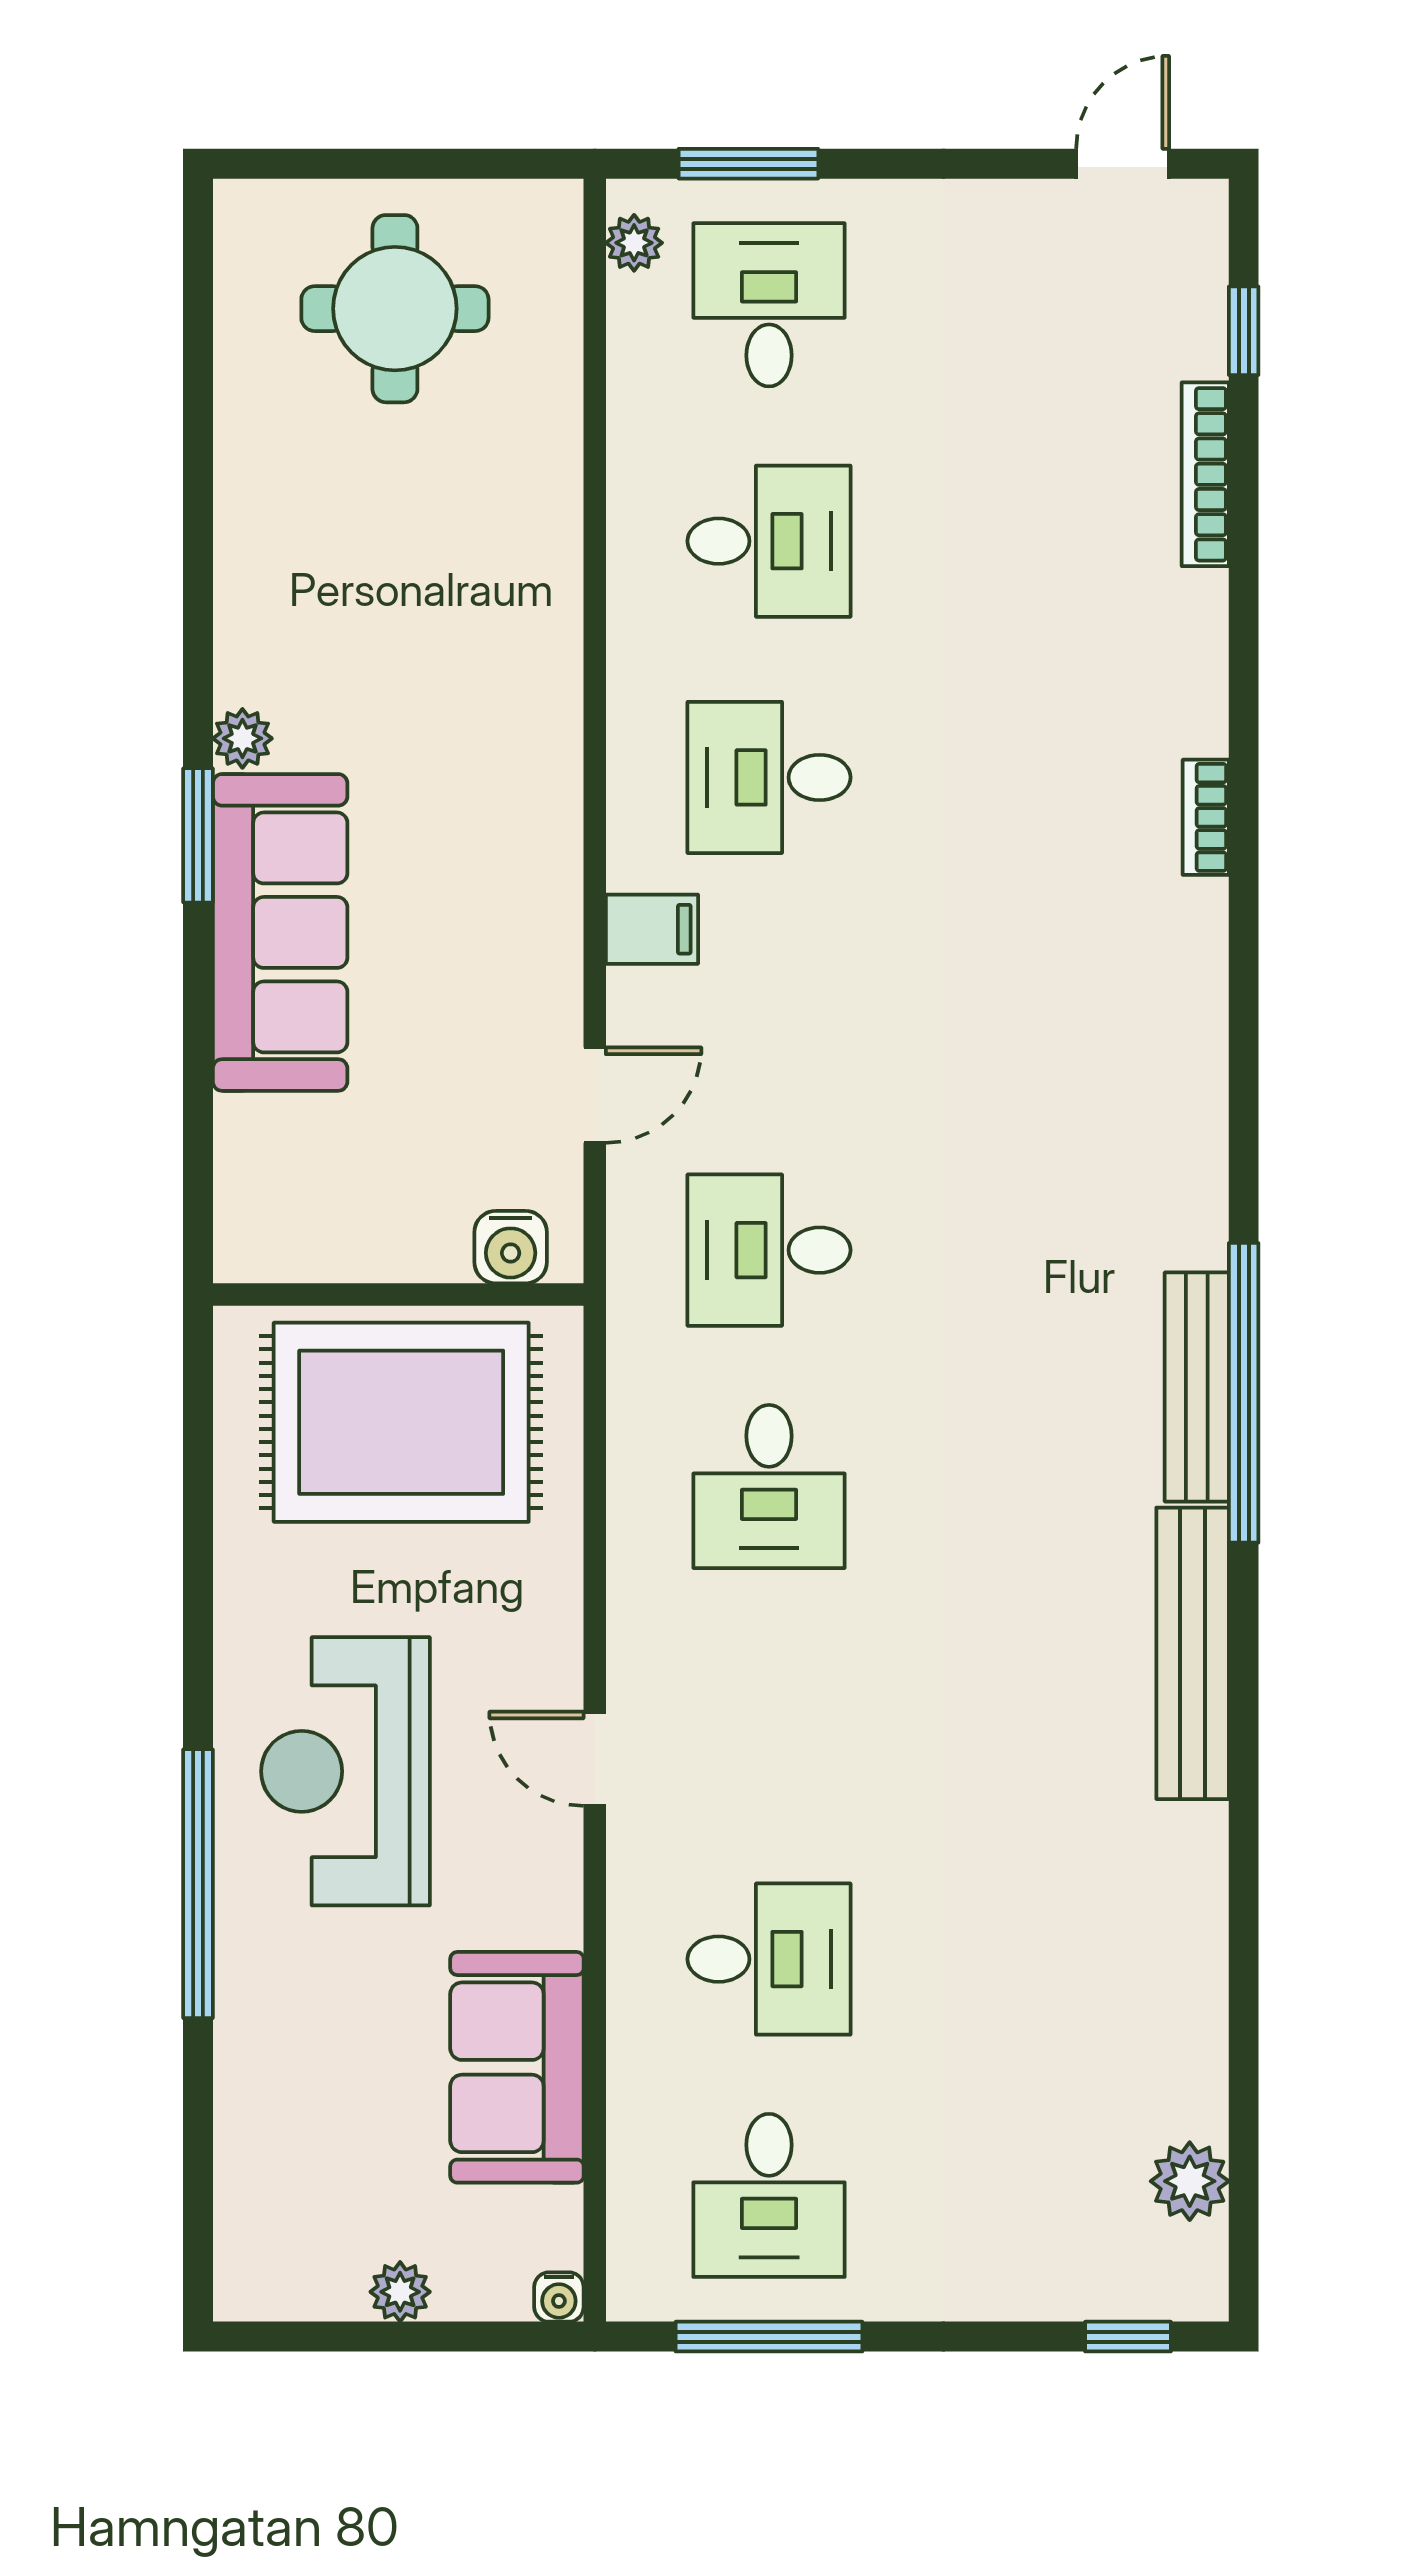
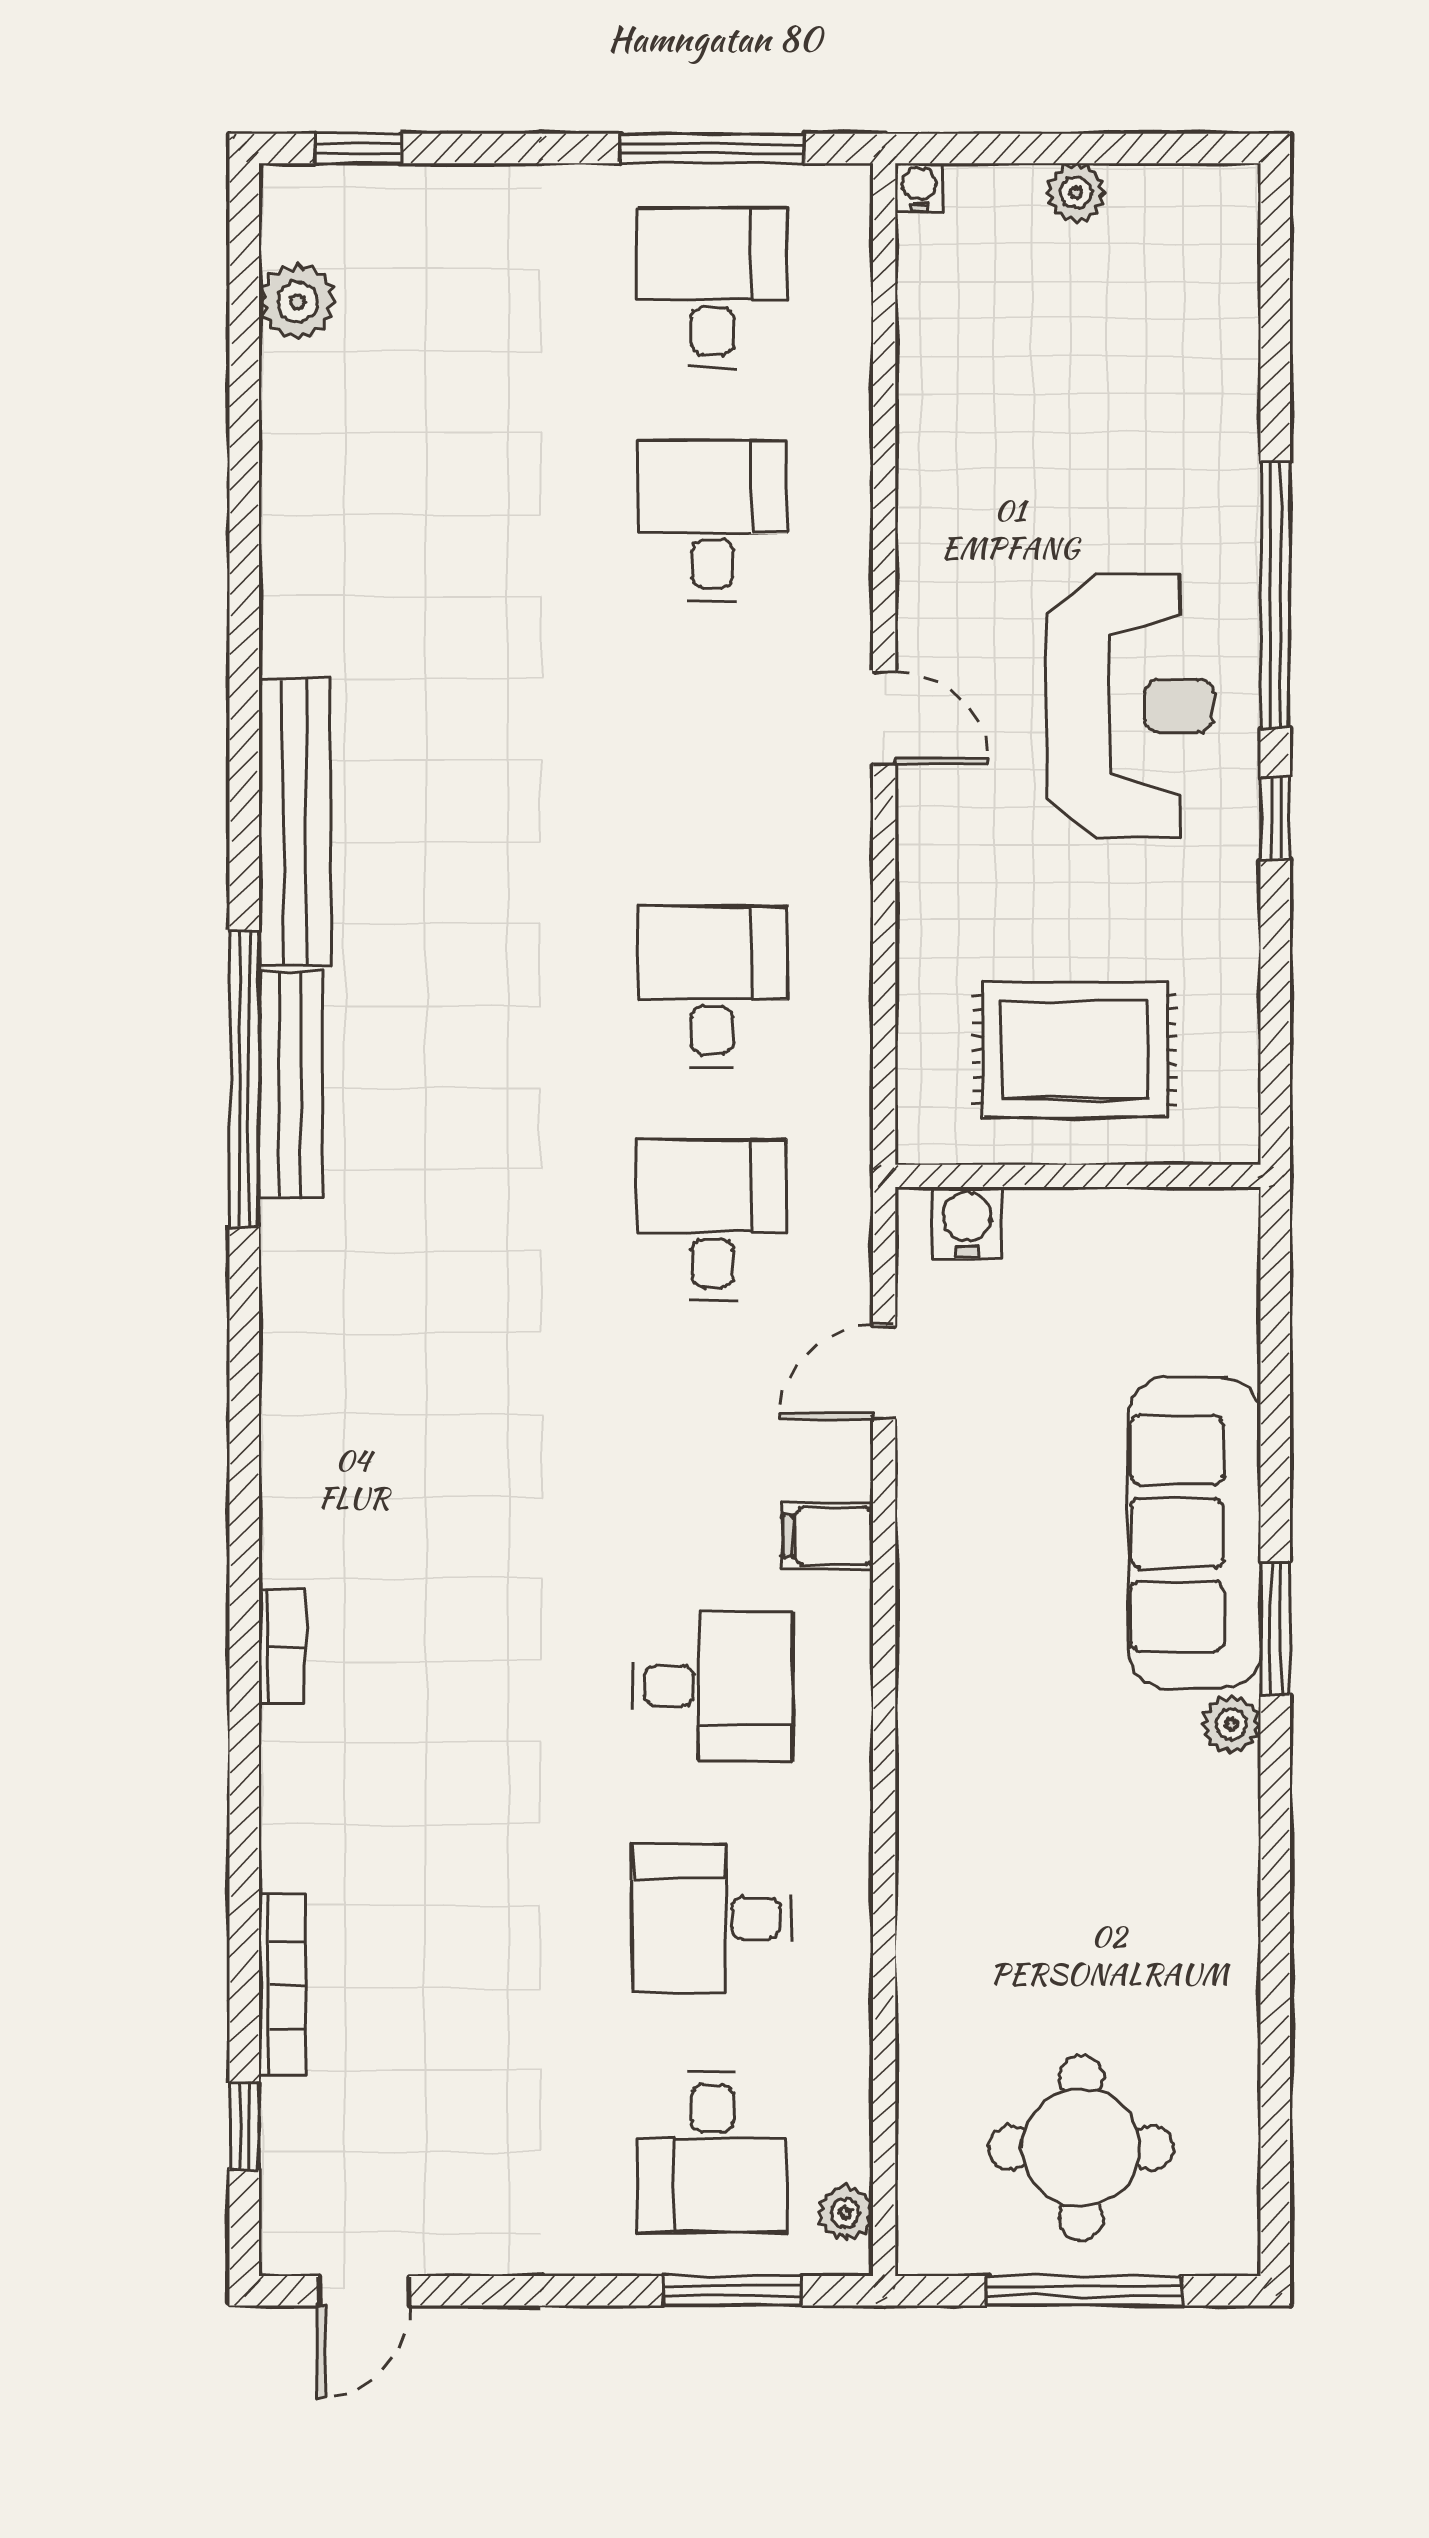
window: (392, 164) -> (1084, 2291), added
desk: (769, 1250) -> (712, 1220), turned -90
rug: (401, 1422) -> (1075, 1050), width x0.73, depth x0.69
window: (198, 1657) -> (1275, 818), added
desk: (769, 1959) -> (712, 521), turned 90
sofa: (517, 2067) -> (961, 414), removed

